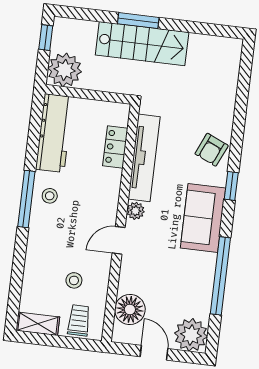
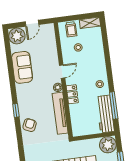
locker: (115, 147) -> (72, 94), moved
window: (26, 199) -> (114, 105), moved
sofa: (203, 218) -> (22, 67), moved
window: (220, 276) -> (10, 67), removed
floor lamp: (130, 309) -> (49, 41), removed
door: (154, 353) -> (32, 23), hinge flipped

